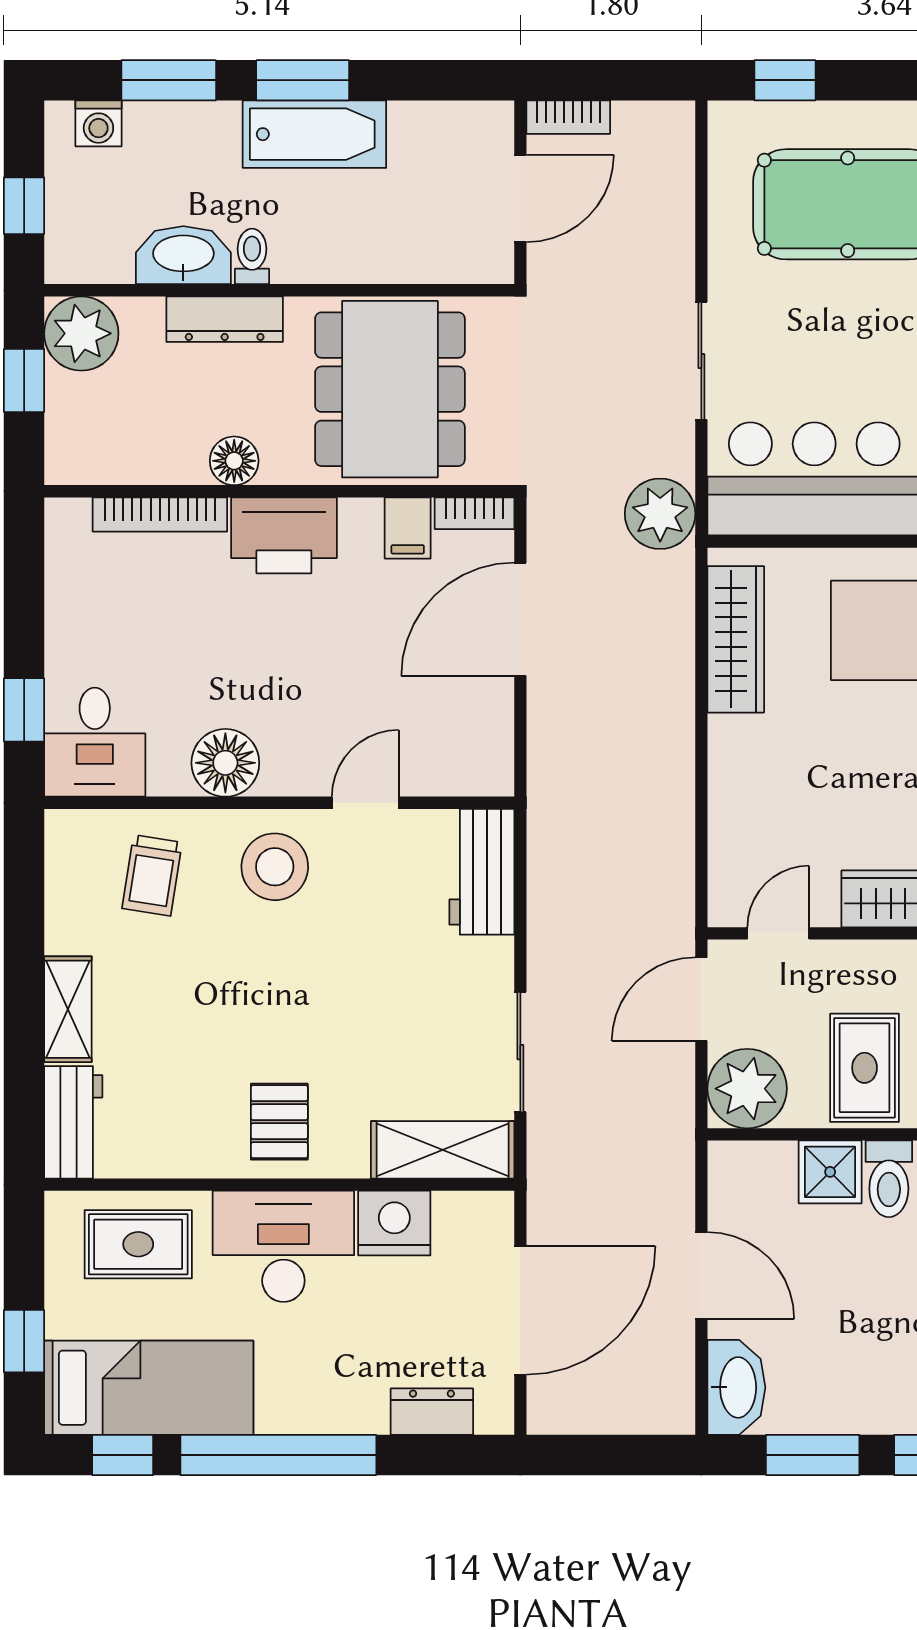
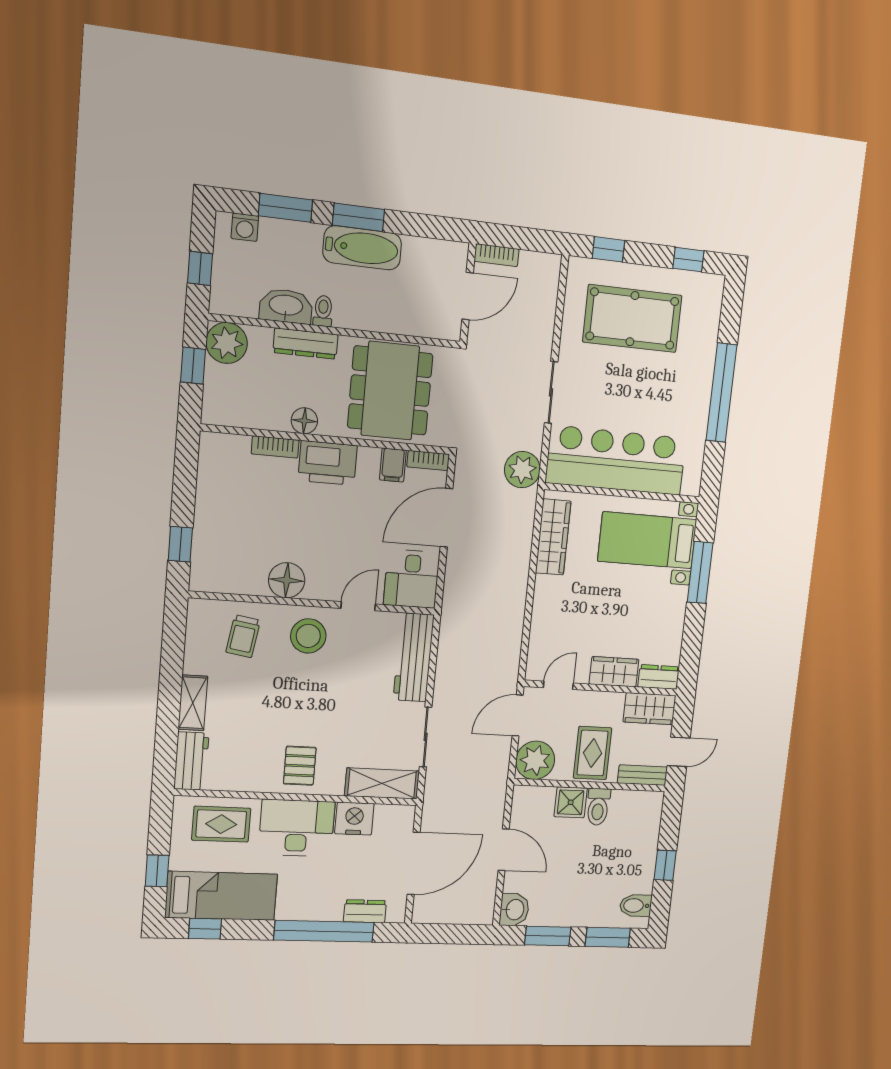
bookcase: (160, 514) -> (275, 447), width x0.64
desk: (95, 742) -> (412, 579), moved
workbench: (482, 872) -> (414, 657), width x1.37
washbasin: (736, 1387) -> (514, 910), width x0.72
window: (278, 1455) -> (324, 931), moved

